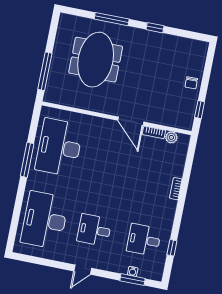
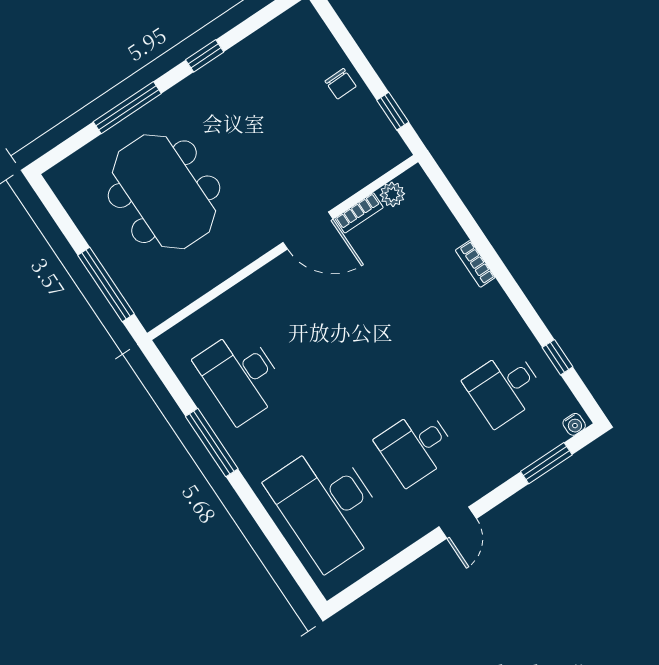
desk: (59, 147) -> (241, 376), width x0.73, depth x0.77
water cooler: (133, 271) -> (574, 424), moved

